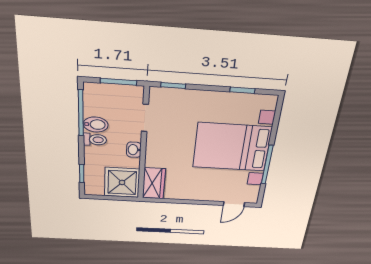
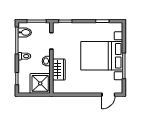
bidet: (96, 125) -> (25, 32), moved
wardrobe: (154, 183) -> (59, 70), moved

